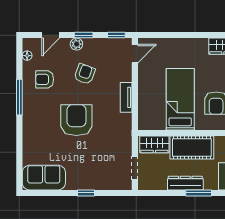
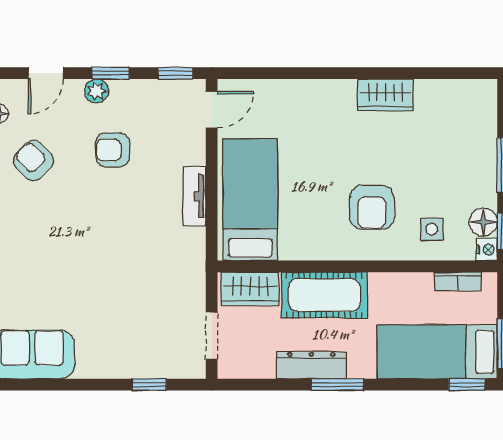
armchair: (85, 74) -> (113, 150), turned -110
armchair: (45, 79) -> (34, 161), turned 46
bed: (180, 99) -> (250, 200), moved
armchair: (76, 120) -> (97, 241), removed
window: (86, 193) -> (149, 385), moved

